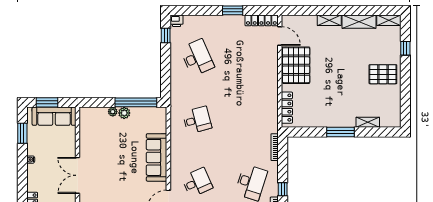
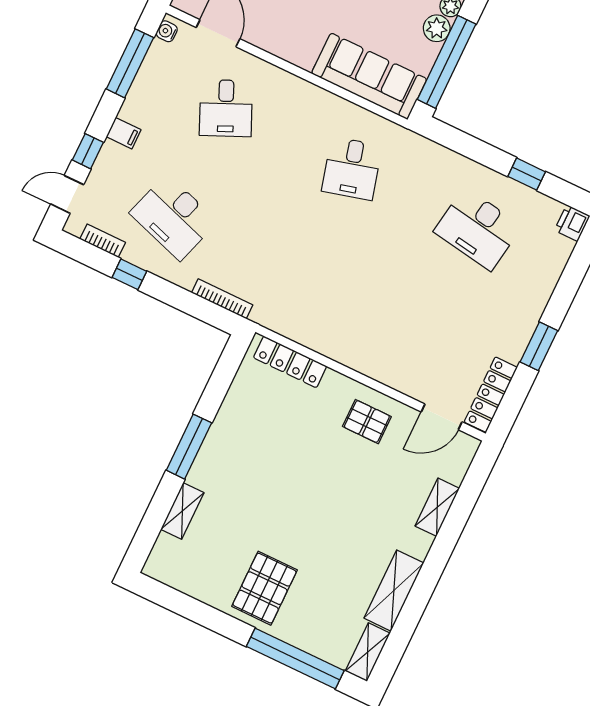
shelving: (329, 20) -> (437, 507), moved
window: (166, 35) -> (527, 174), moved
window: (405, 48) -> (295, 659), width x3.17
desk: (197, 58) -> (478, 229), turned 33
pallet: (296, 65) -> (367, 422), width x0.49, depth x0.50
sofa: (157, 157) -> (369, 76), moved

